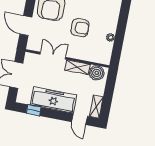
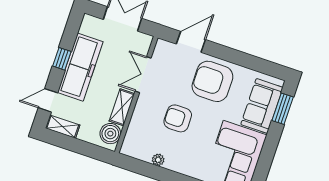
armchair: (80, 28) -> (178, 118), turned 90
double door: (53, 56) -> (143, 75), swing flipped
window: (34, 110) -> (62, 59), moved

